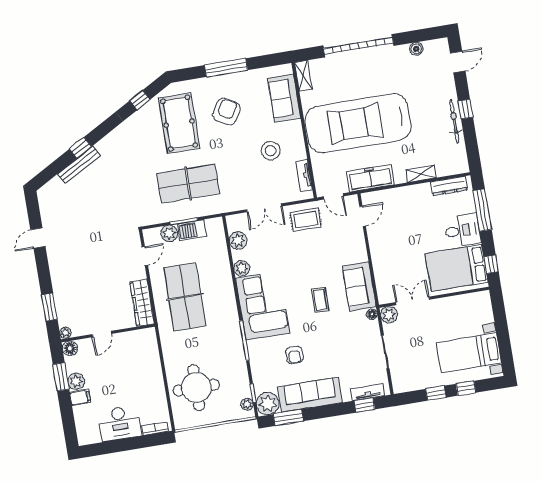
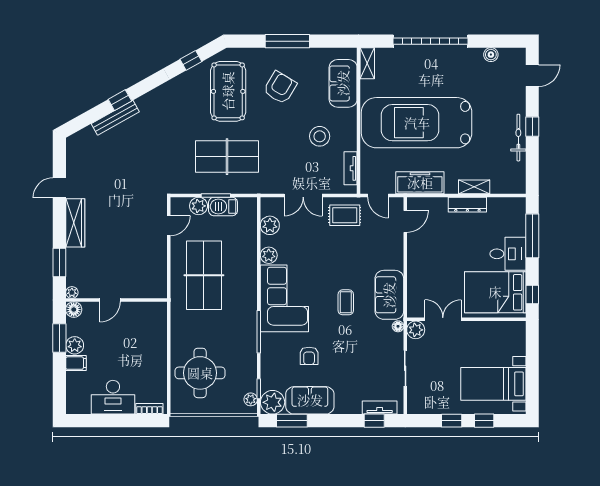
dresser: (449, 186) -> (467, 205), moved
wardrobe: (142, 303) -> (75, 223), moved, turned 180
sofa: (310, 395) -> (310, 400), width x0.73

